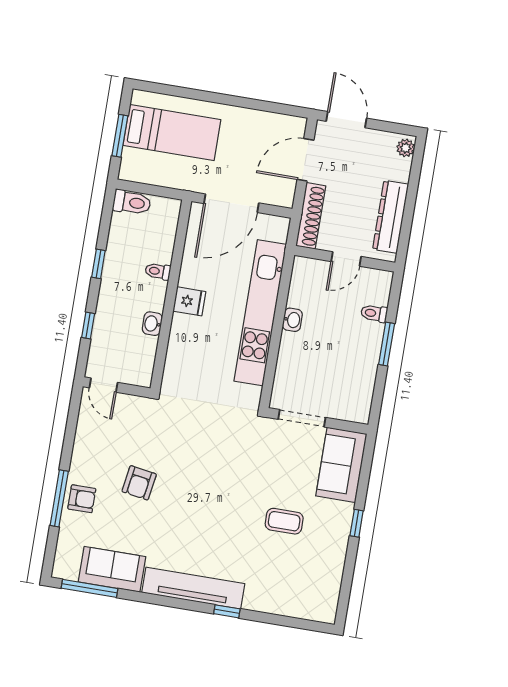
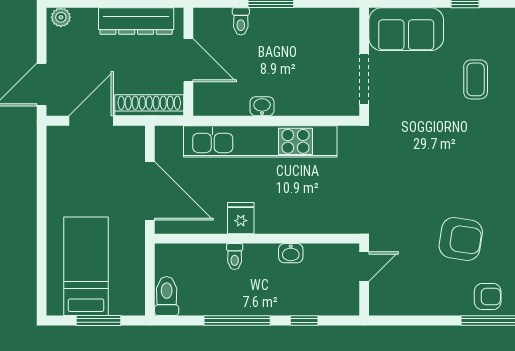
door: (305, 160) -> (91, 121), swing flipped
door: (346, 259) -> (188, 60), width x1.38
window: (98, 264) -> (237, 320), width x2.17
fridge: (189, 301) -> (241, 218), moved
door: (103, 385) -> (364, 267), moved
armchair: (139, 483) -> (461, 239), width x1.38, depth x1.38
armchair: (82, 499) -> (488, 297), turned 90

